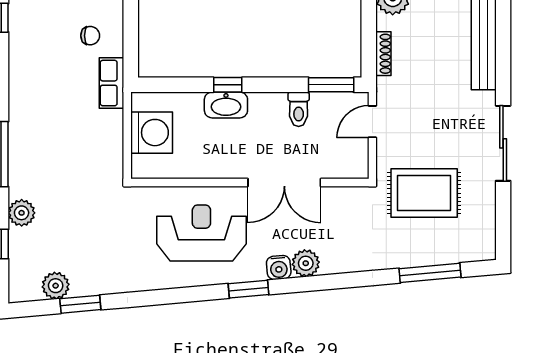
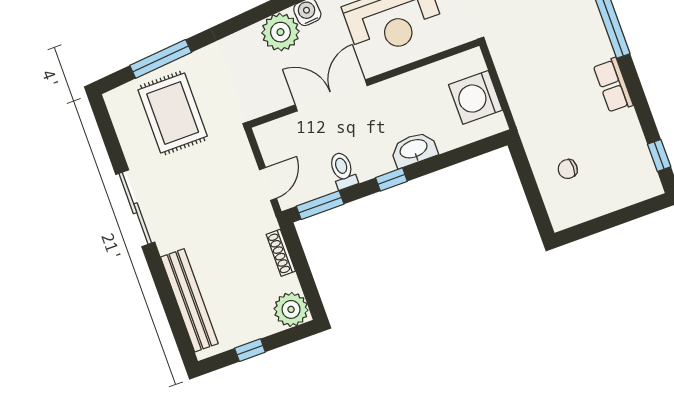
row of seats: (112, 83) -> (613, 85), moved, turned 180
window: (228, 85) -> (391, 179), moved
rug: (424, 193) -> (173, 113), moved, turned 90
plant: (306, 263) -> (280, 32), width x1.36, depth x1.36

